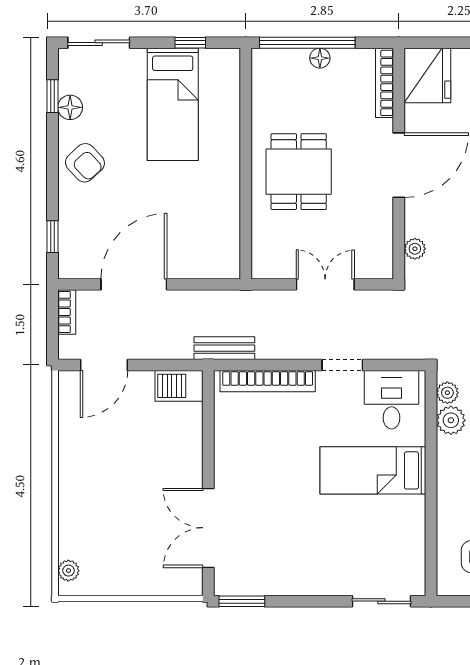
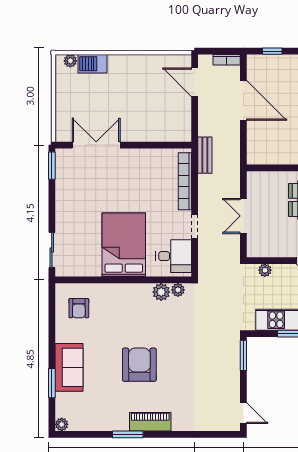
double door: (325, 284) -> (243, 216), swing flipped
barbecue: (179, 386) -> (93, 64), moved, turned -90
bed: (373, 470) -> (124, 245), width x1.50

